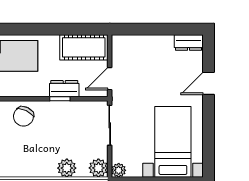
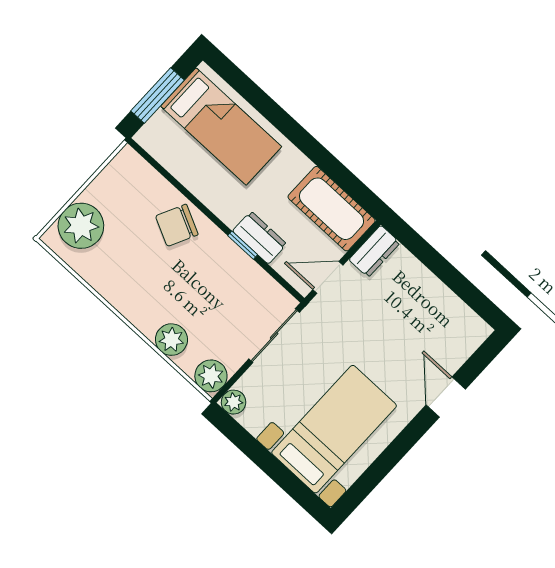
dresser: (189, 43) -> (374, 251), moved, turned -90
door: (208, 83) -> (446, 397), hinge flipped

